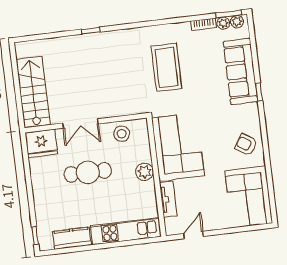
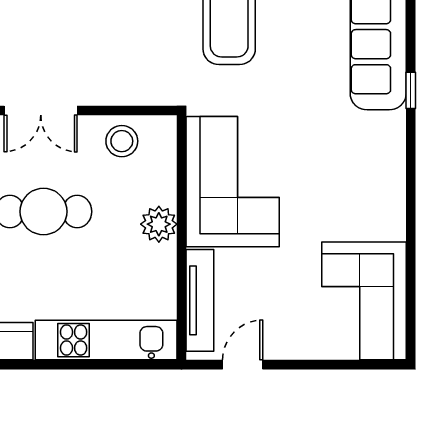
armchair: (246, 145) -> (372, 194), removed
tv unit: (168, 199) -> (200, 300), width x1.41

